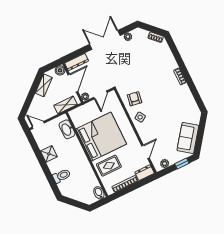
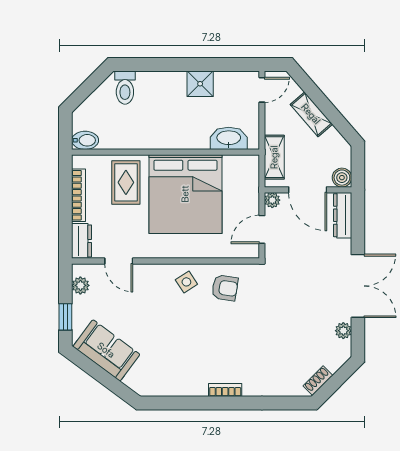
shelving: (44, 85) -> (311, 114), moved
door: (100, 95) -> (262, 229), hinge flipped
toilet: (62, 176) -> (125, 88), moved

